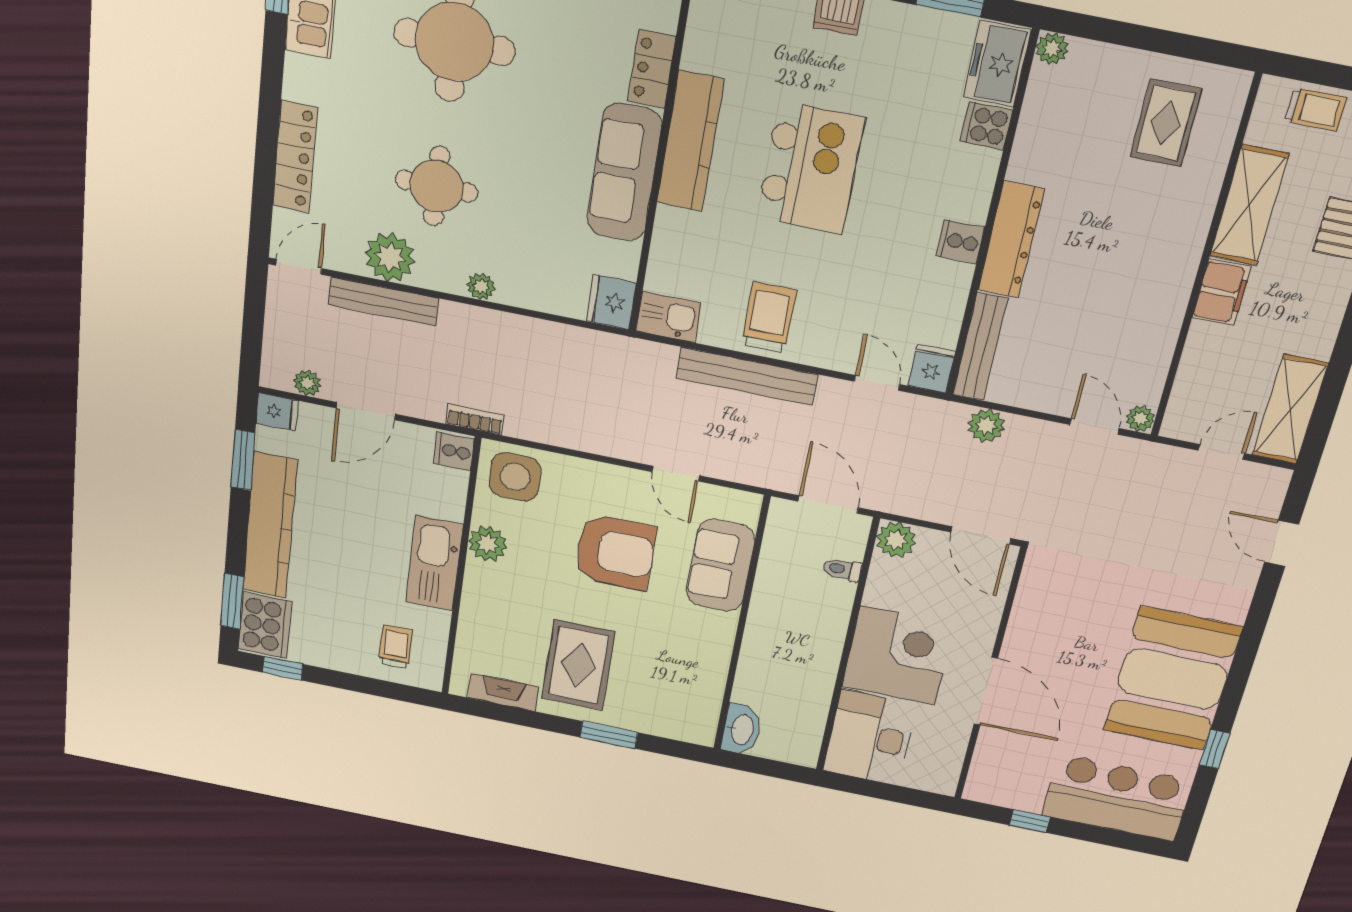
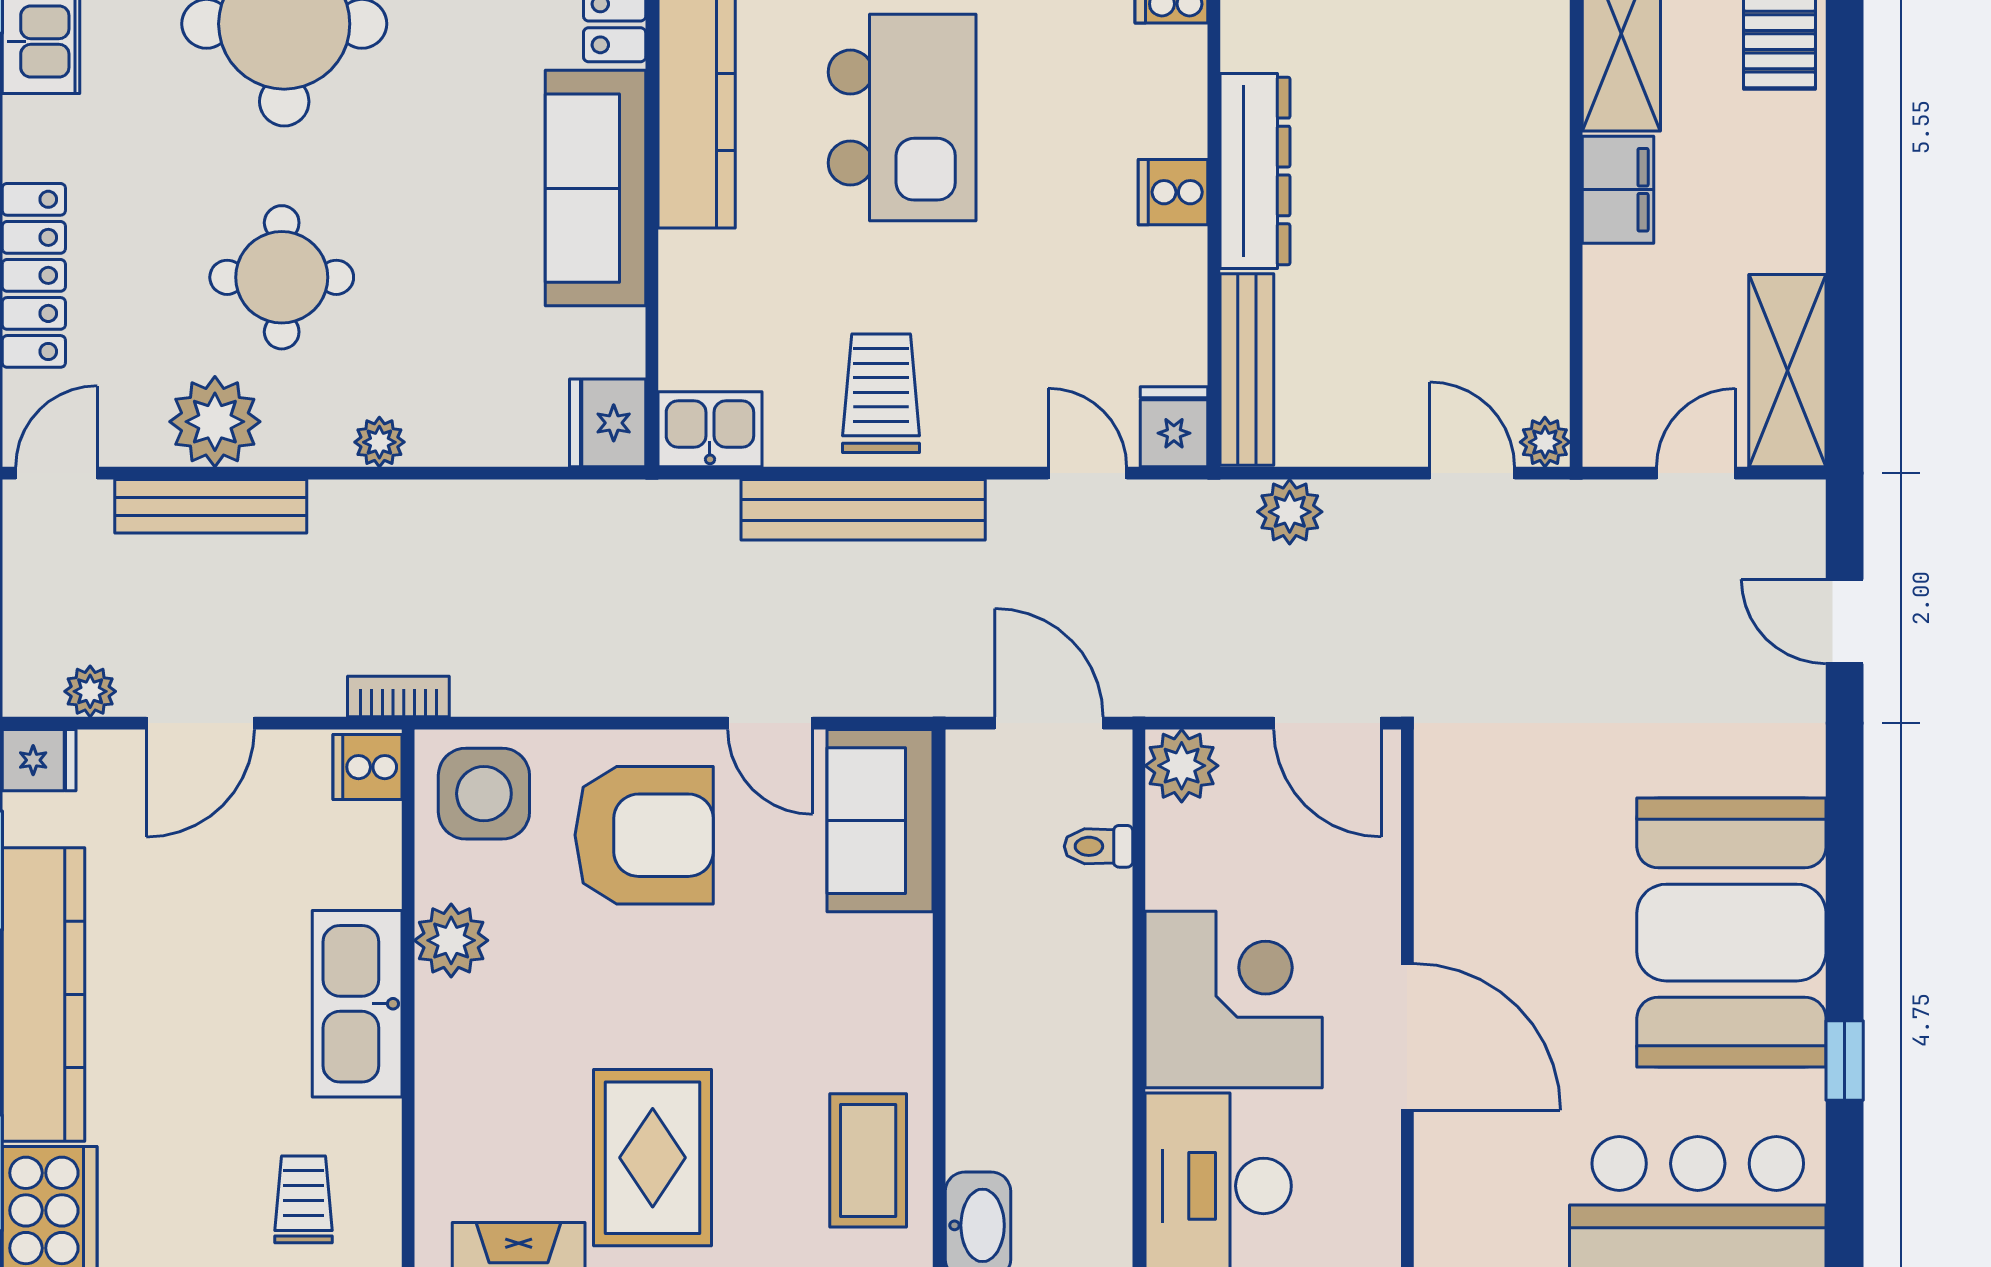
armchair: (615, 552) -> (644, 835), moved
sofa: (720, 566) -> (880, 821), moved
coffee table: (690, 689) -> (868, 1160), added

